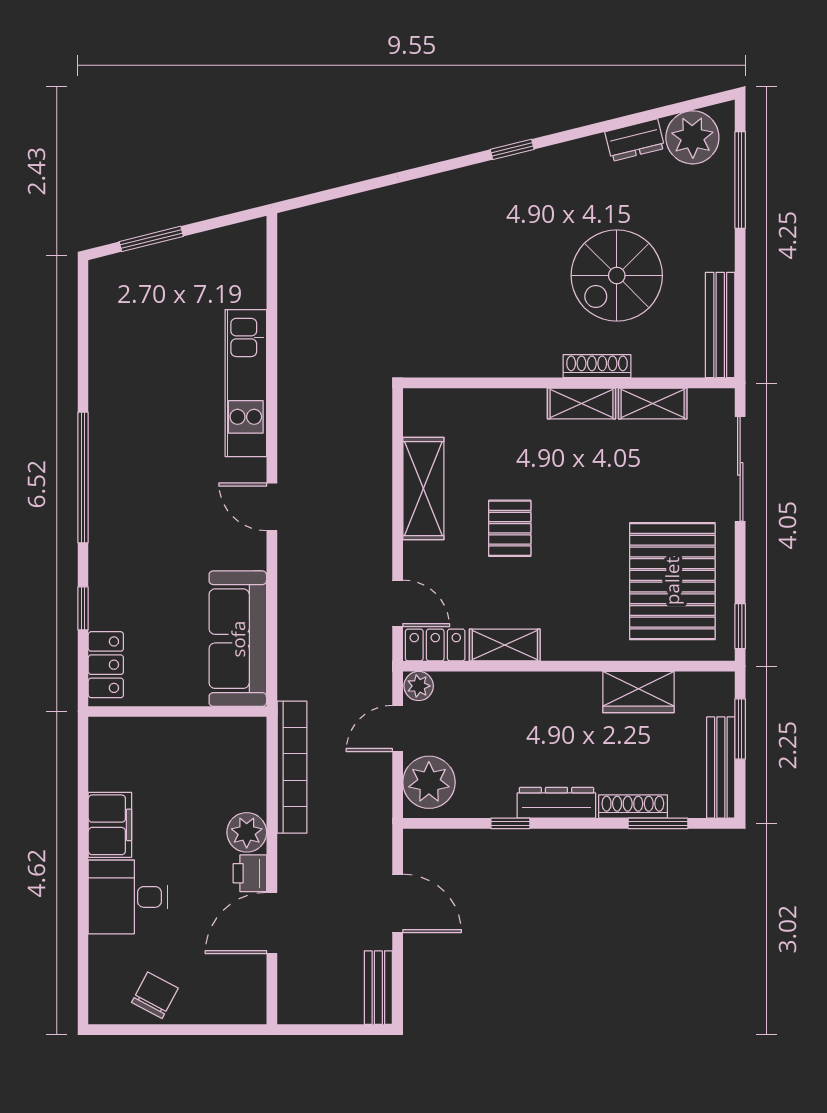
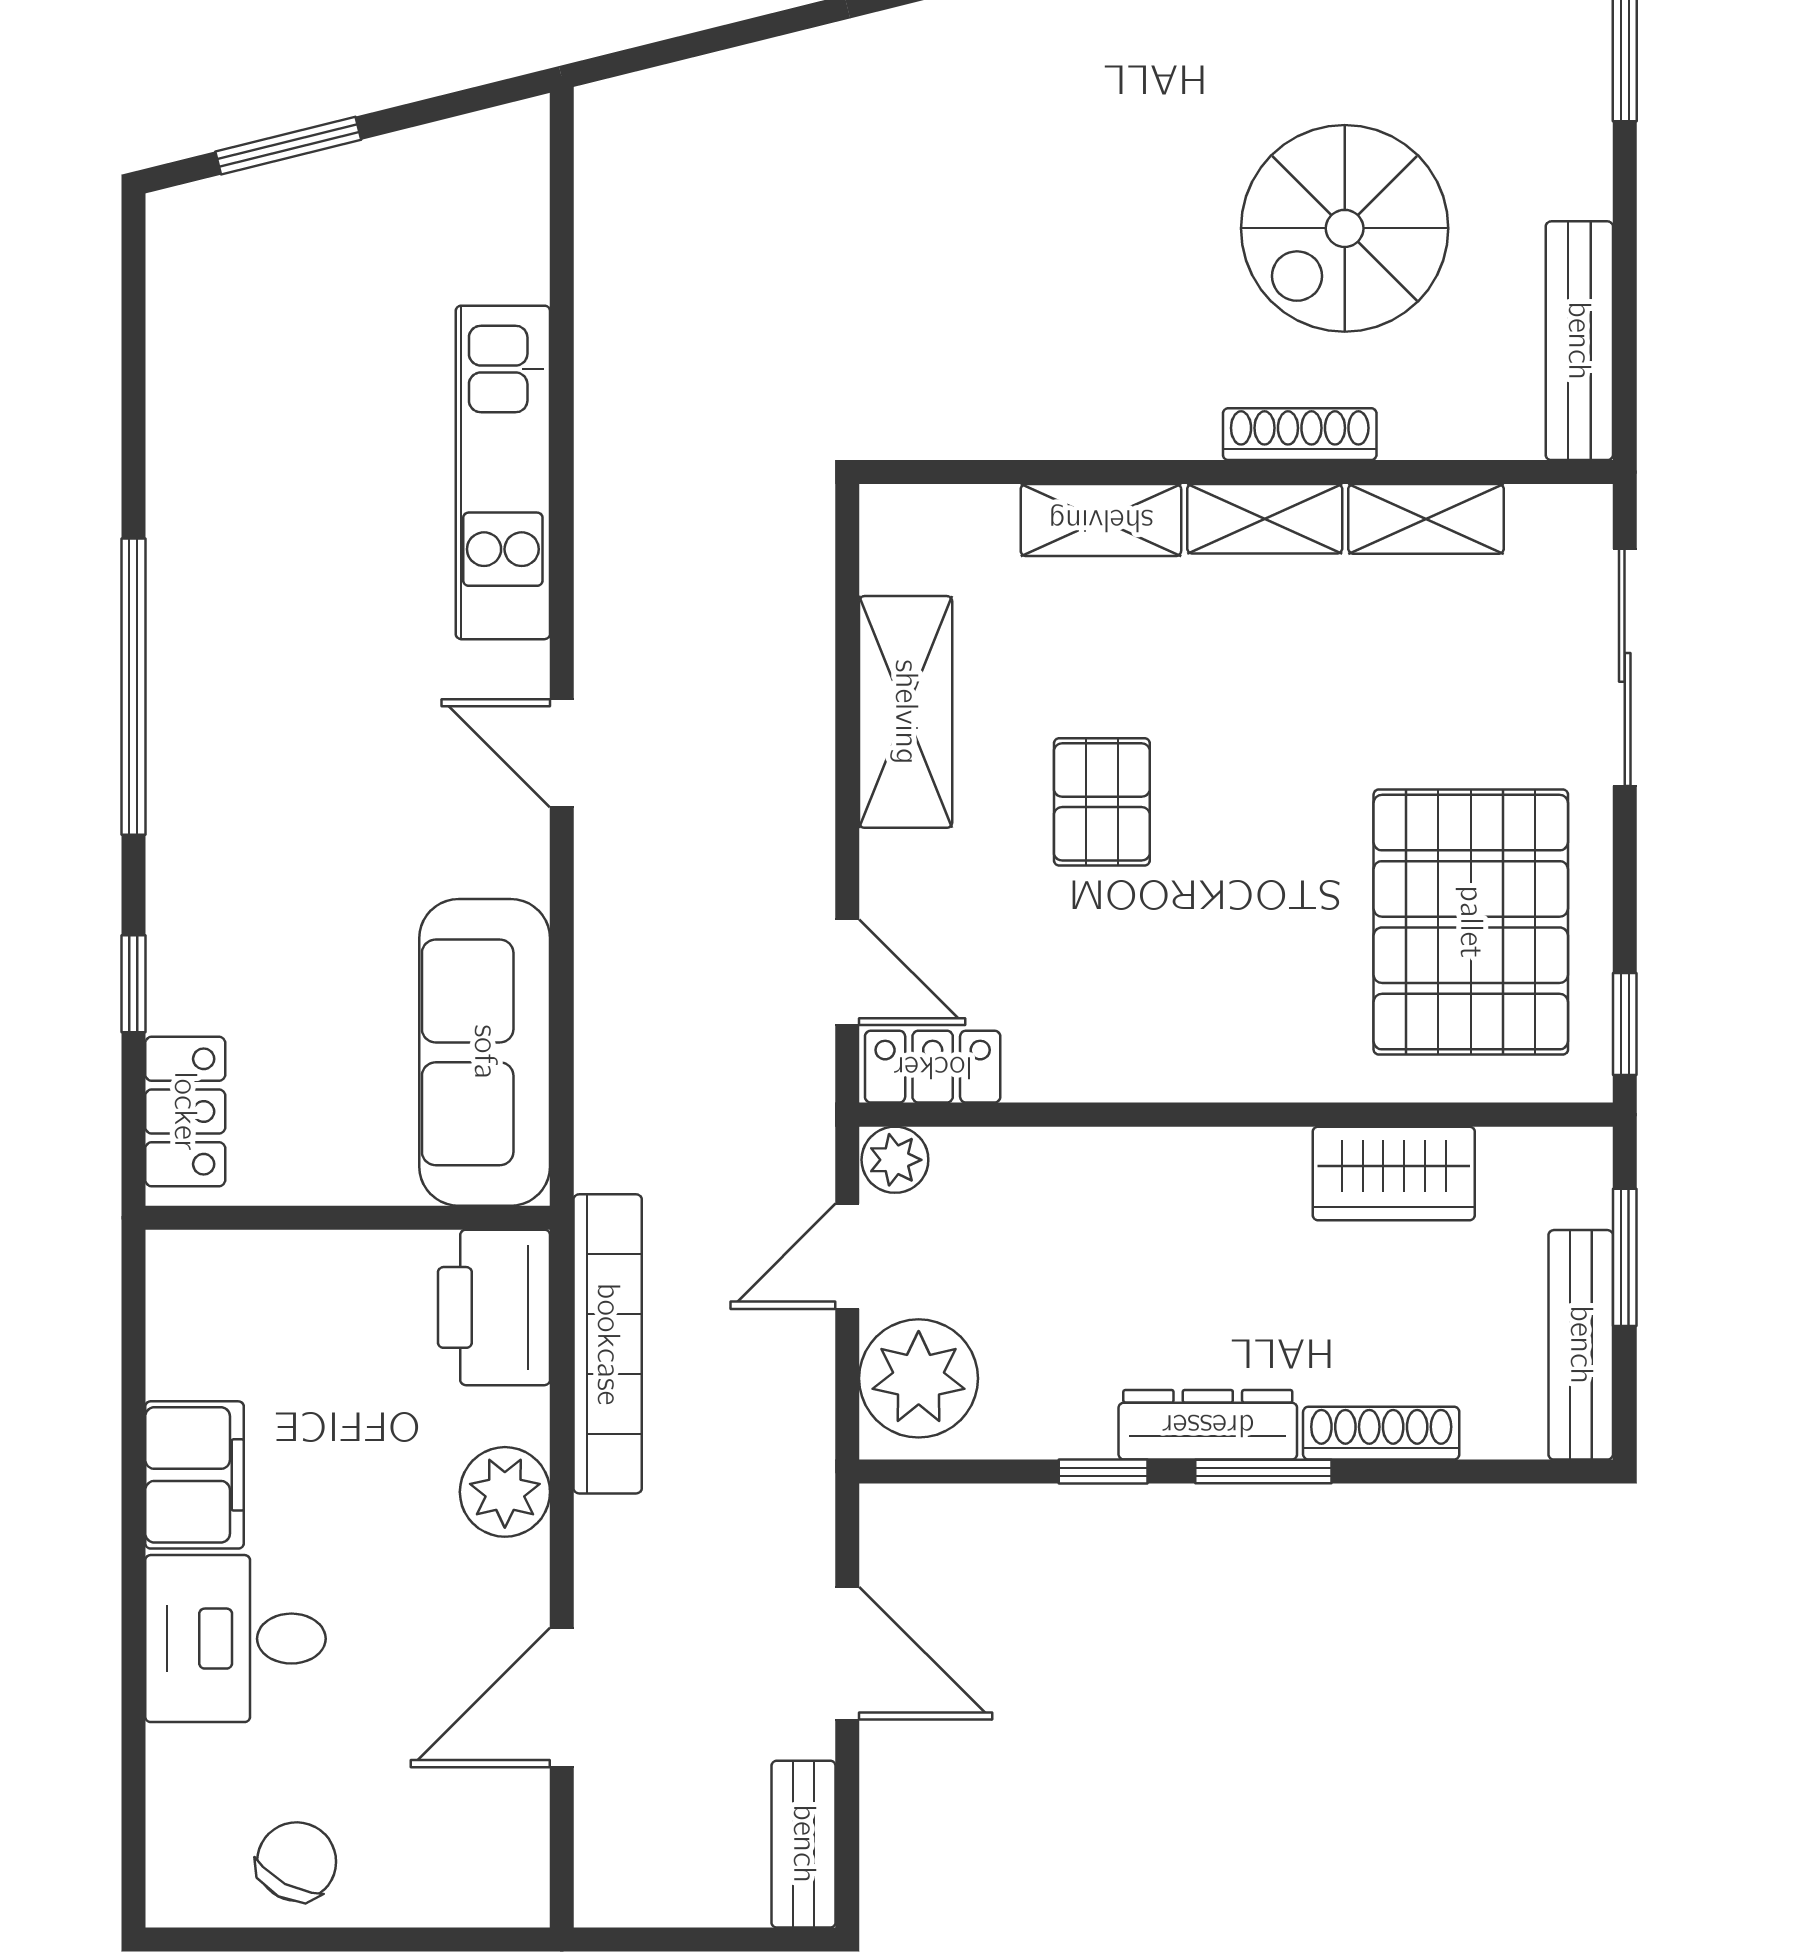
shelving: (505, 645) -> (1101, 520), moved
window: (658, 823) -> (1263, 1472), moved
printer: (250, 873) -> (494, 1307), moved, width x1.87, depth x1.48

